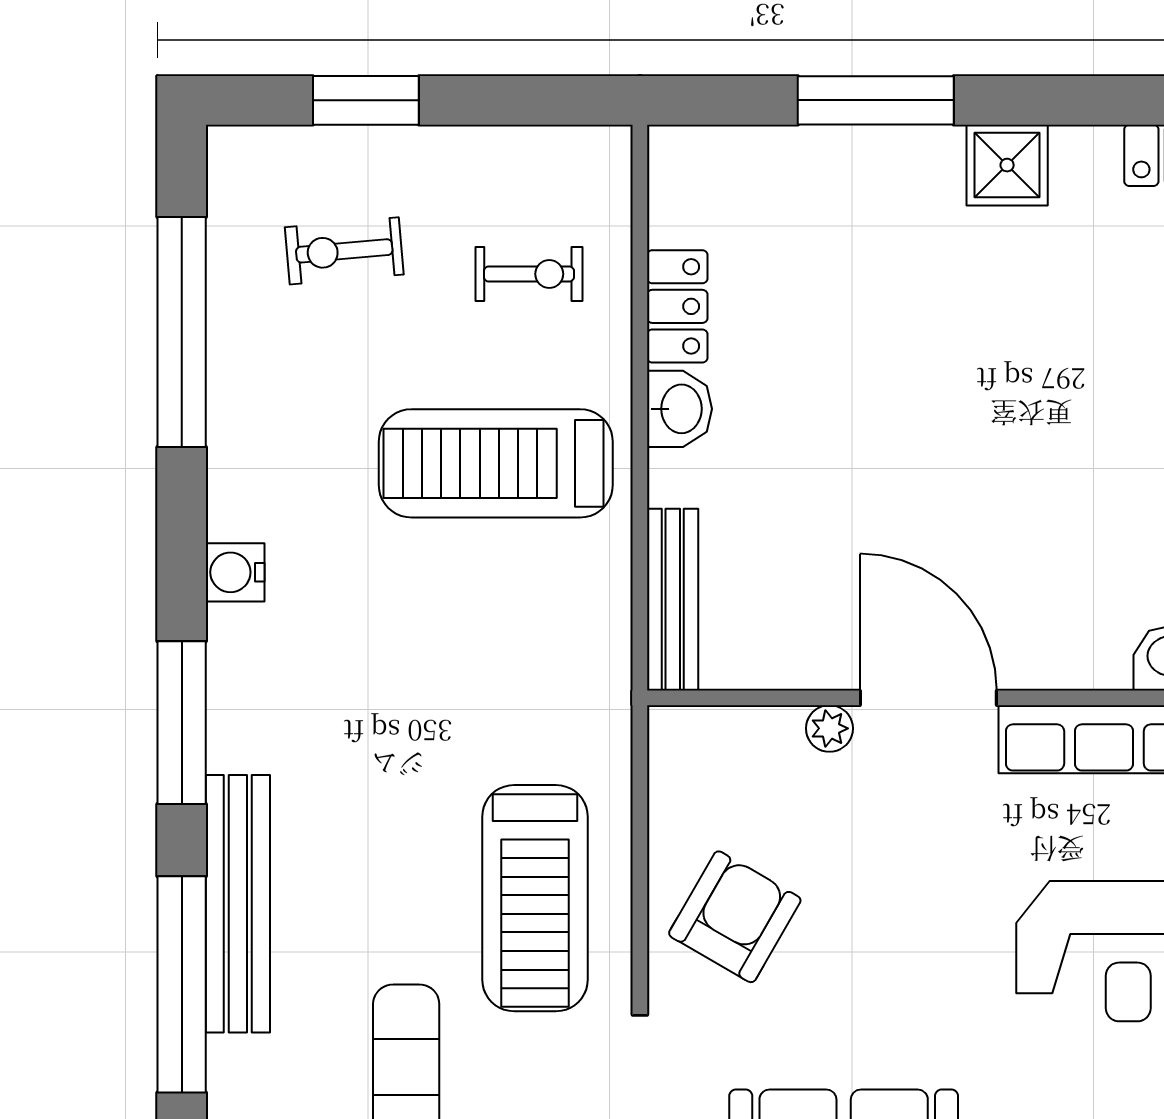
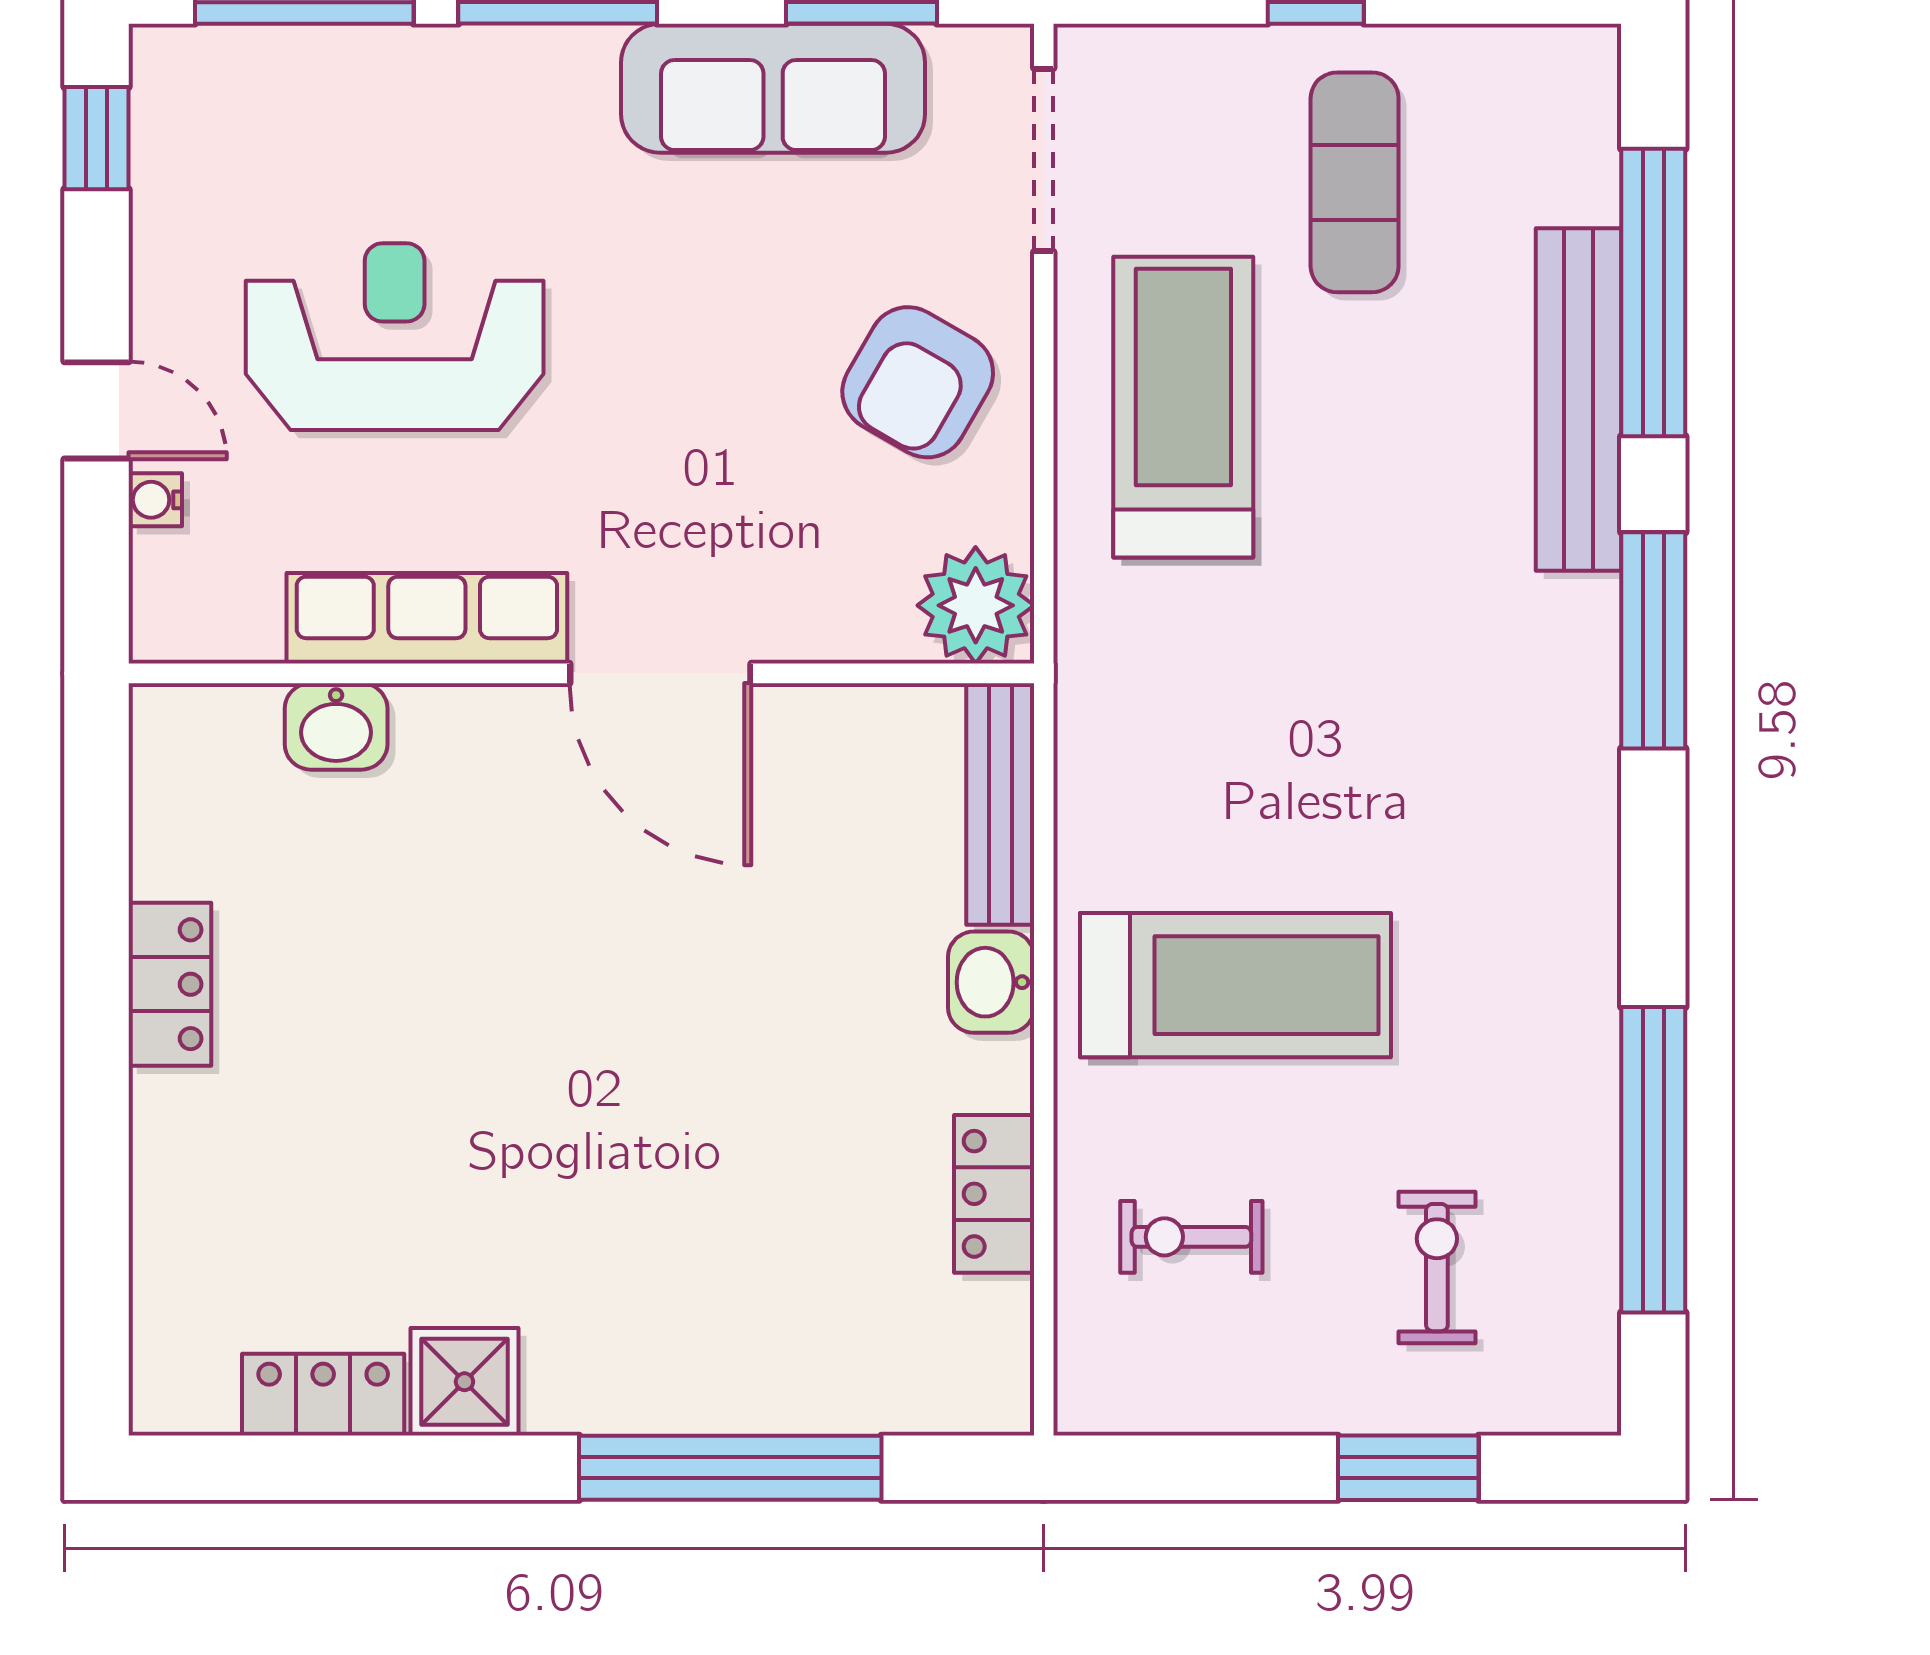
window: (876, 100) -> (730, 1468), width x1.46
shower: (1007, 165) -> (464, 1382), moved
exercise bike: (344, 251) -> (1437, 1268), turned -85
washbasin: (680, 409) -> (991, 982), moved
water cooler: (235, 572) -> (1582, 840), removed
plant: (829, 728) -> (976, 605), moved, width x1.88, depth x1.88

